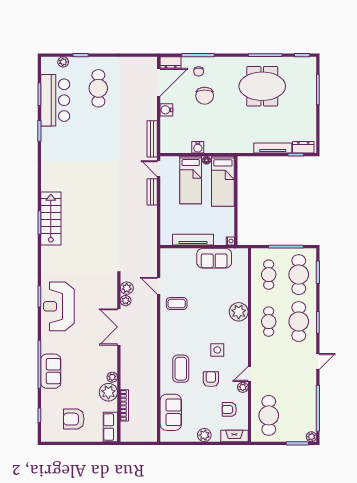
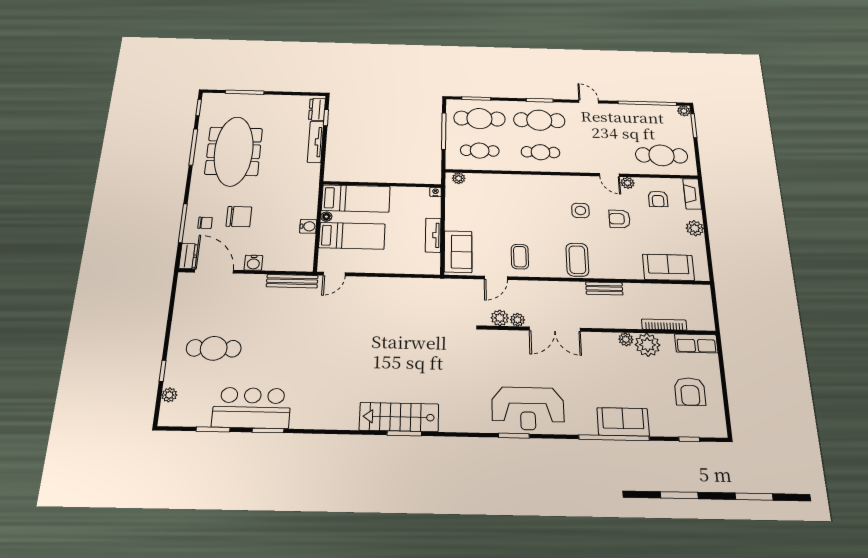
meeting table: (262, 86) -> (234, 151), width x1.36
bar counter: (55, 100) -> (252, 408), moved
bench: (152, 192) -> (604, 288), moved
tv unit: (193, 240) -> (433, 235), width x0.71
sofa: (214, 258) -> (458, 252), moved
plant: (239, 312) -> (459, 178), moved, width x0.53, depth x0.53
coffee table: (181, 369) -> (577, 260), moved, turned 90

